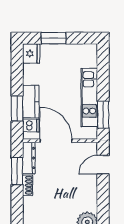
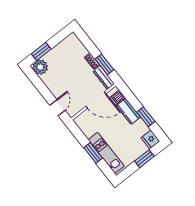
kitchen unit: (89, 97) -> (106, 153), moved
window: (17, 109) -> (146, 117), moved
window: (103, 115) -> (93, 153), moved

